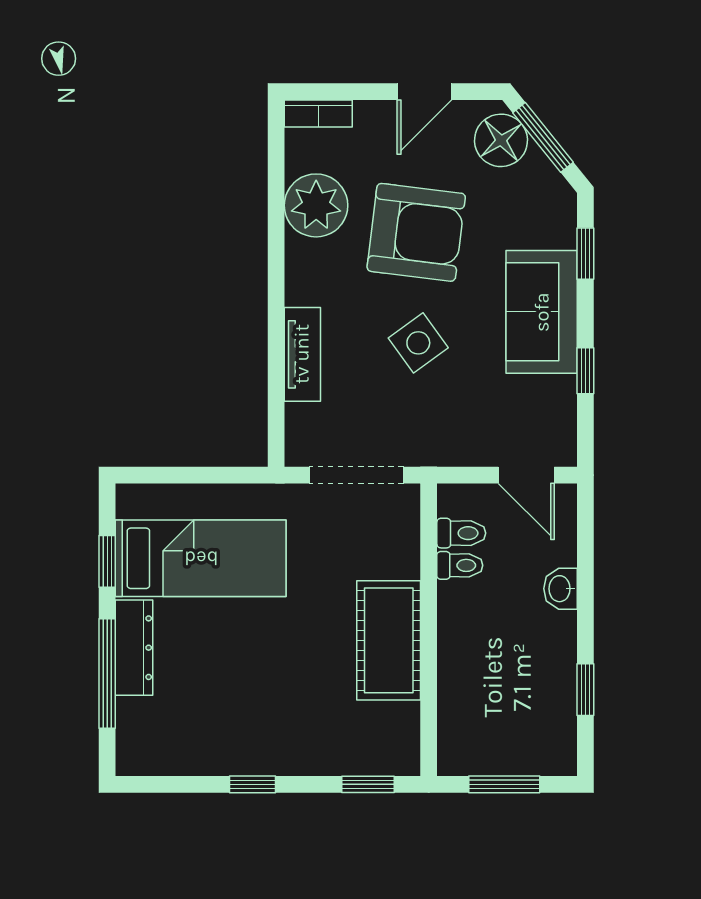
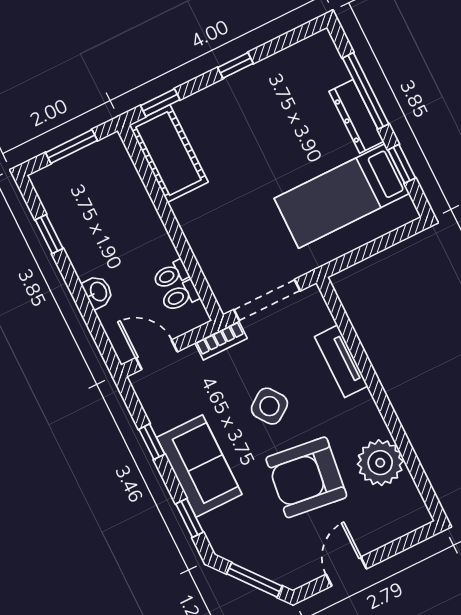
bookcase: (318, 114) -> (221, 341), moved, turned 180
floor lamp: (501, 140) -> (281, 564), removed
cot: (389, 640) -> (169, 153), moved

